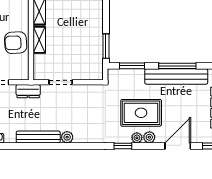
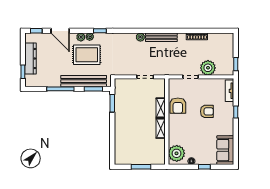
armchair: (16, 43) -> (178, 106), turned 93
bench: (176, 77) -> (84, 81), moved
dresser: (28, 91) -> (169, 70), removed
door: (178, 146) -> (60, 31), hinge flipped

